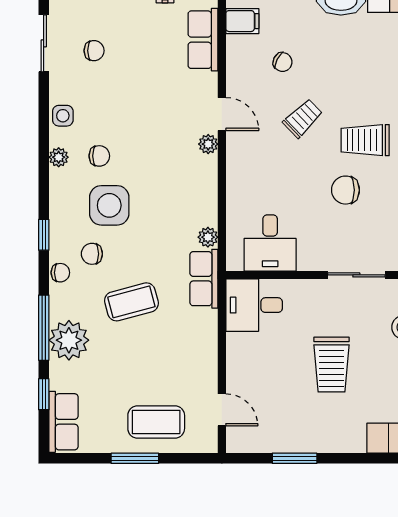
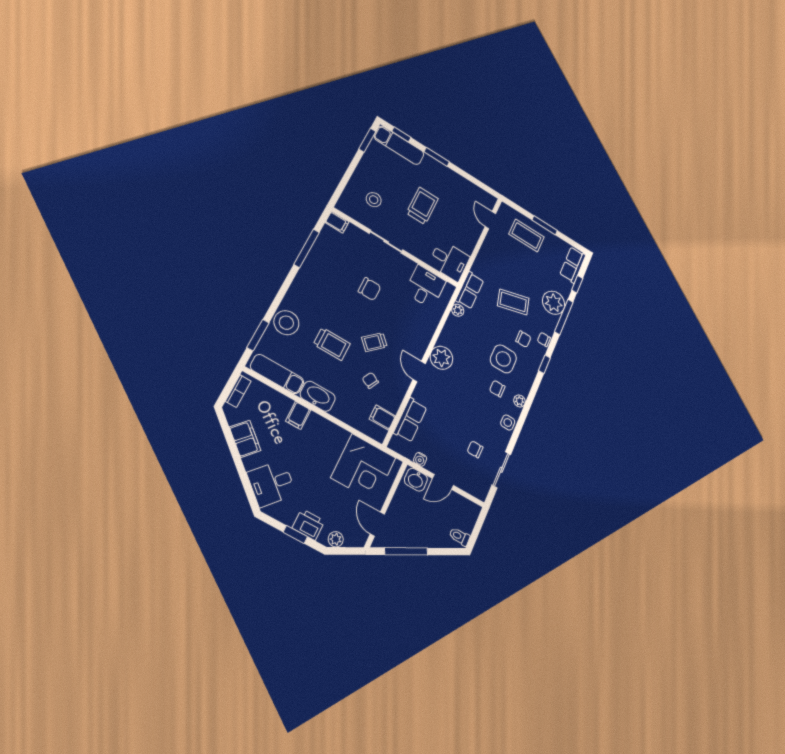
trolley: (365, 140) -> (332, 344), moved
plant: (208, 144) -> (441, 358), width x1.87, depth x1.87
window: (295, 458) -> (437, 157), moved

